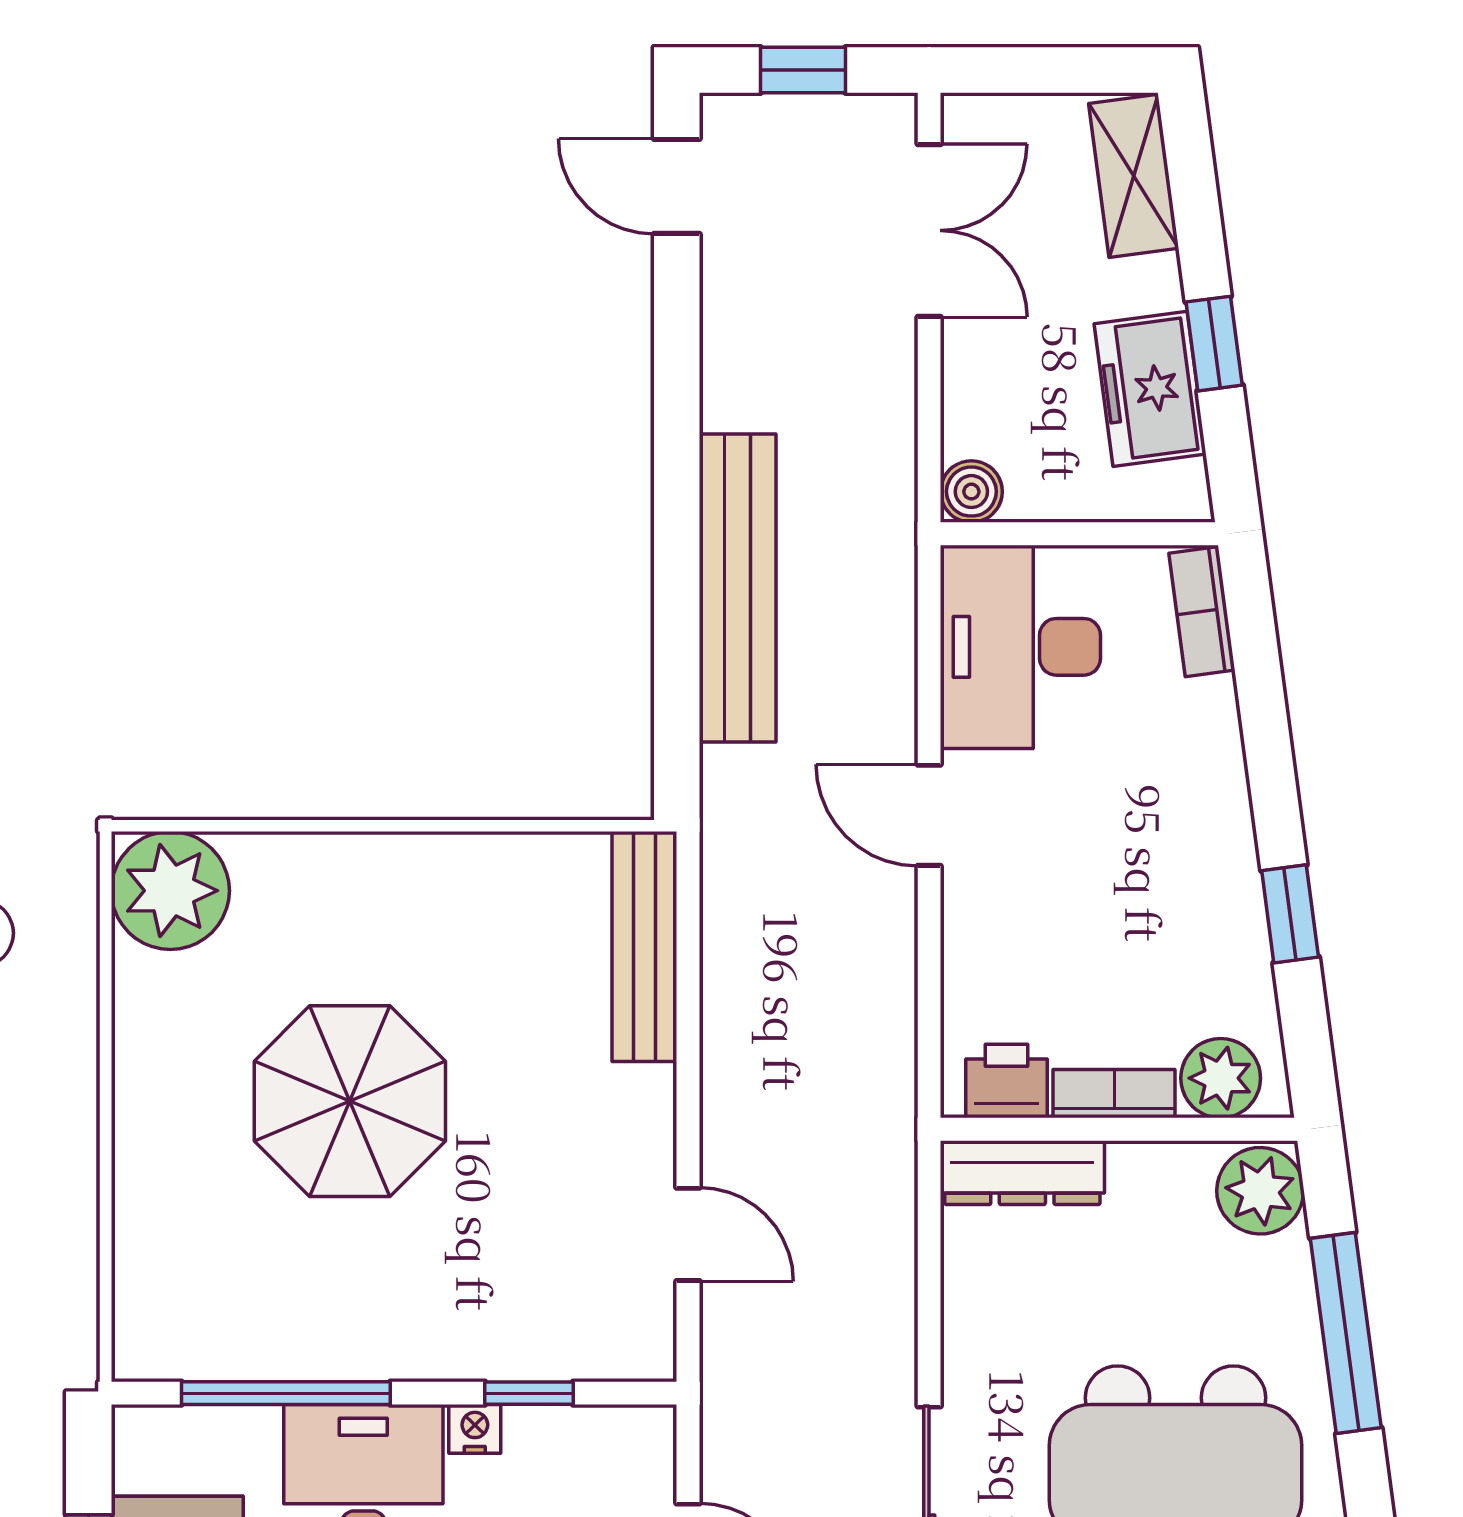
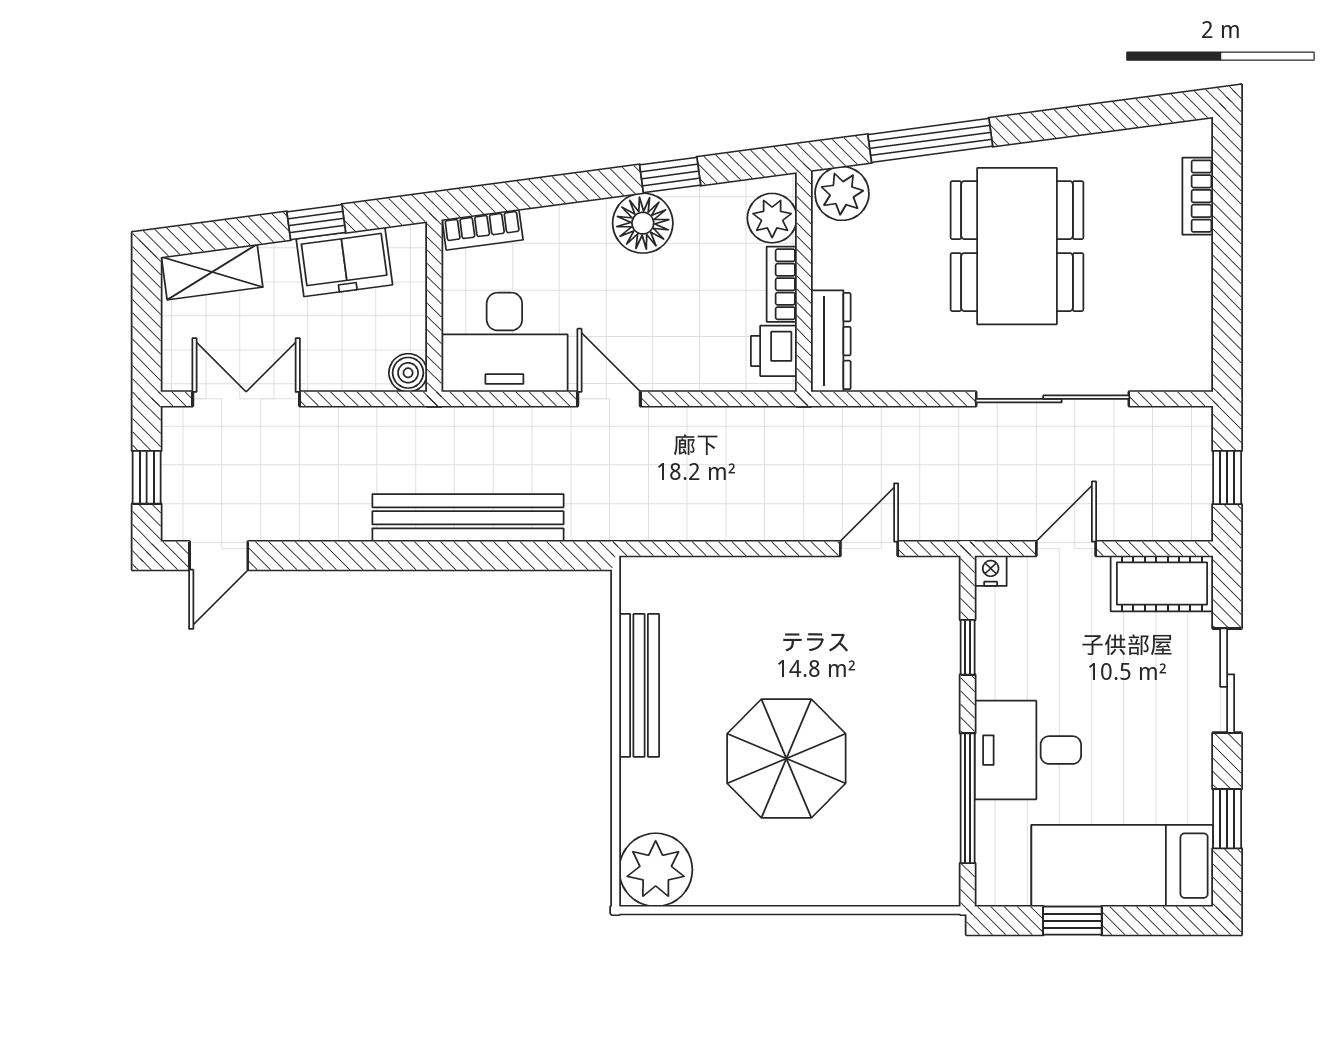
door: (929, 815) -> (609, 399), swing flipped
floor lamp: (1212, 870) -> (643, 223), added
bench: (644, 947) -> (639, 685), moved, turned 90
nightstand: (475, 1429) -> (991, 571), moved, turned 90

